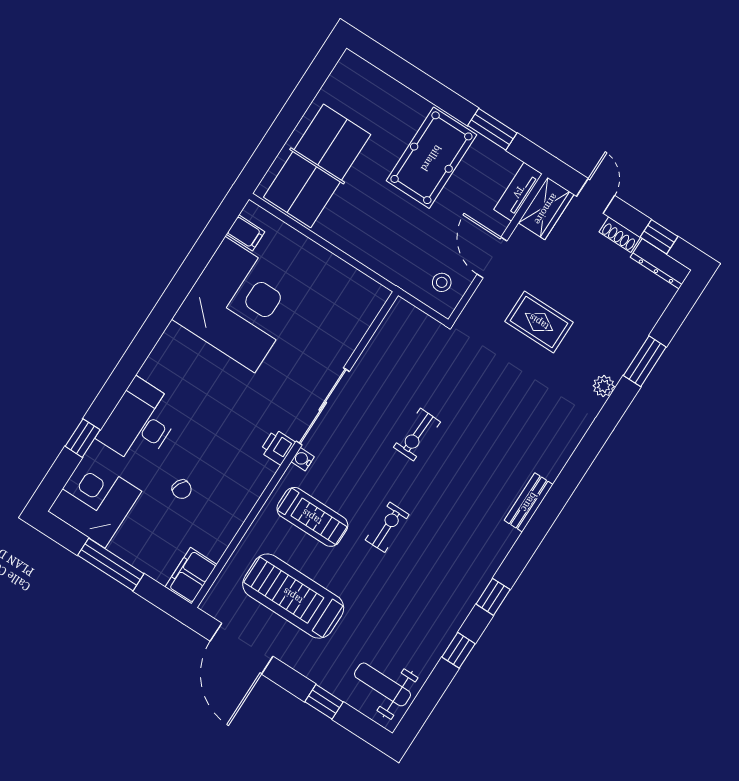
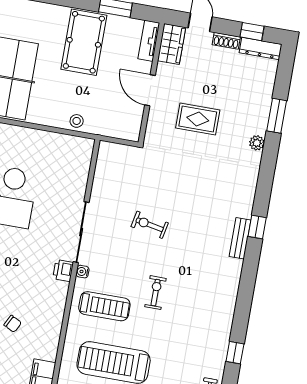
stool: (442, 282) -> (77, 121), moved
exercise bike: (417, 435) -> (150, 225), turned 99
window: (493, 597) -> (257, 227), moved

